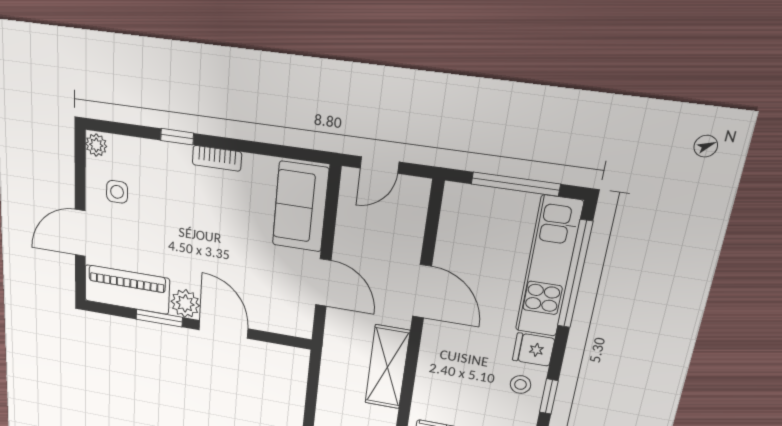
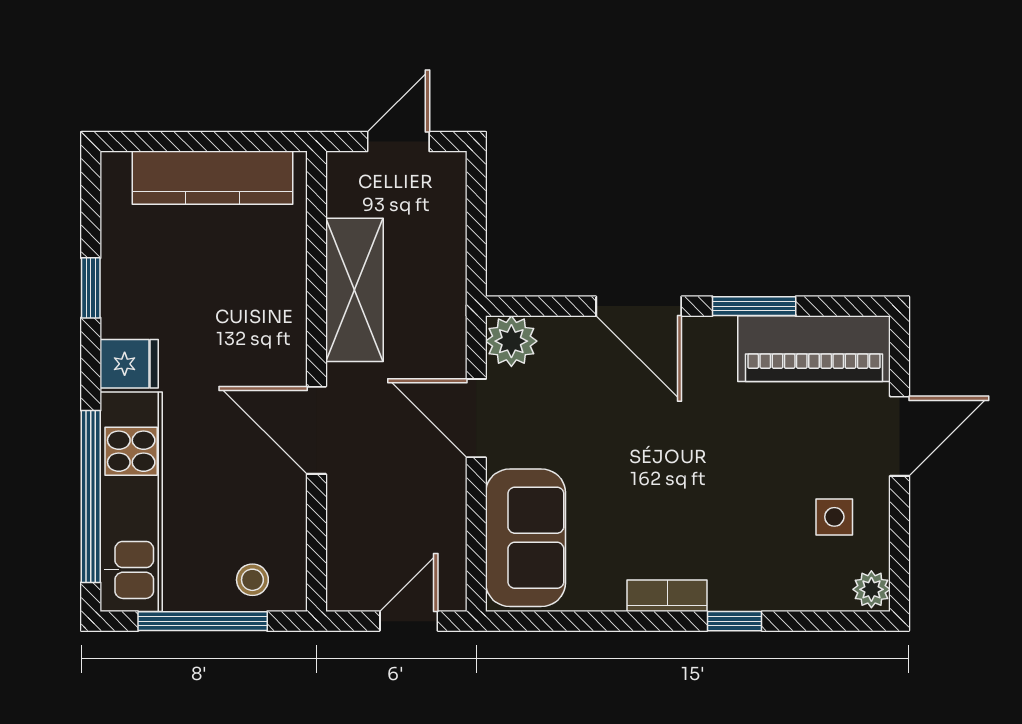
plant: (185, 304) -> (511, 341), moved
stool: (520, 384) -> (252, 580), moved

